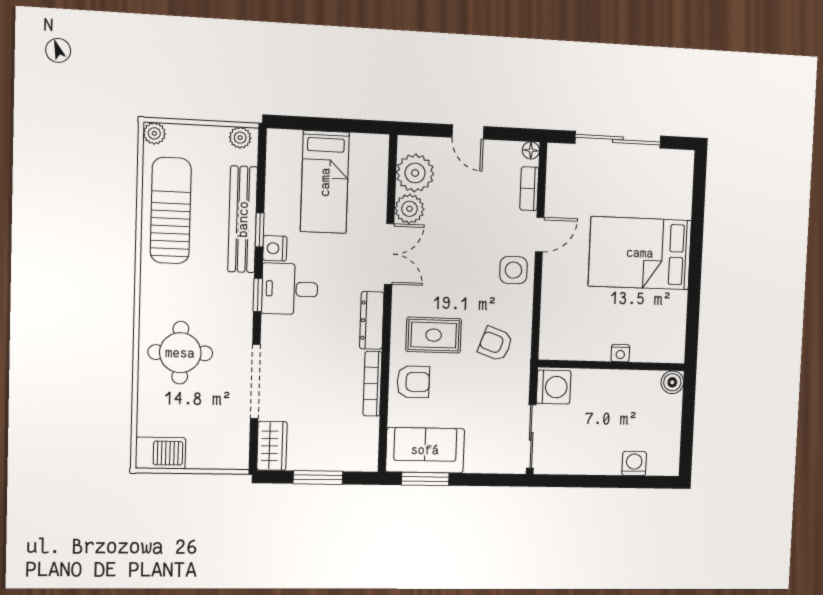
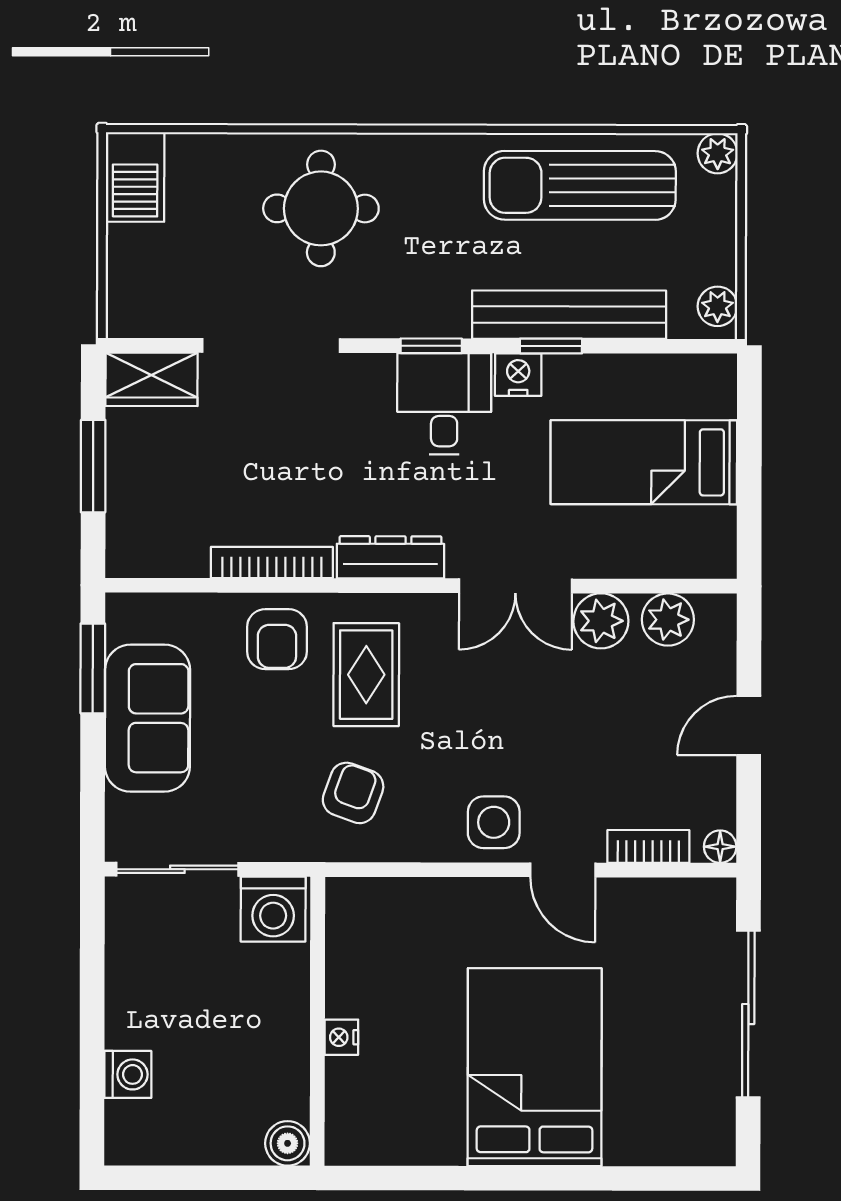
plant: (415, 173) -> (668, 620), width x0.73, depth x0.73
sun lounger: (171, 210) -> (580, 185), turned 180
sofa: (425, 450) -> (147, 718), moved

